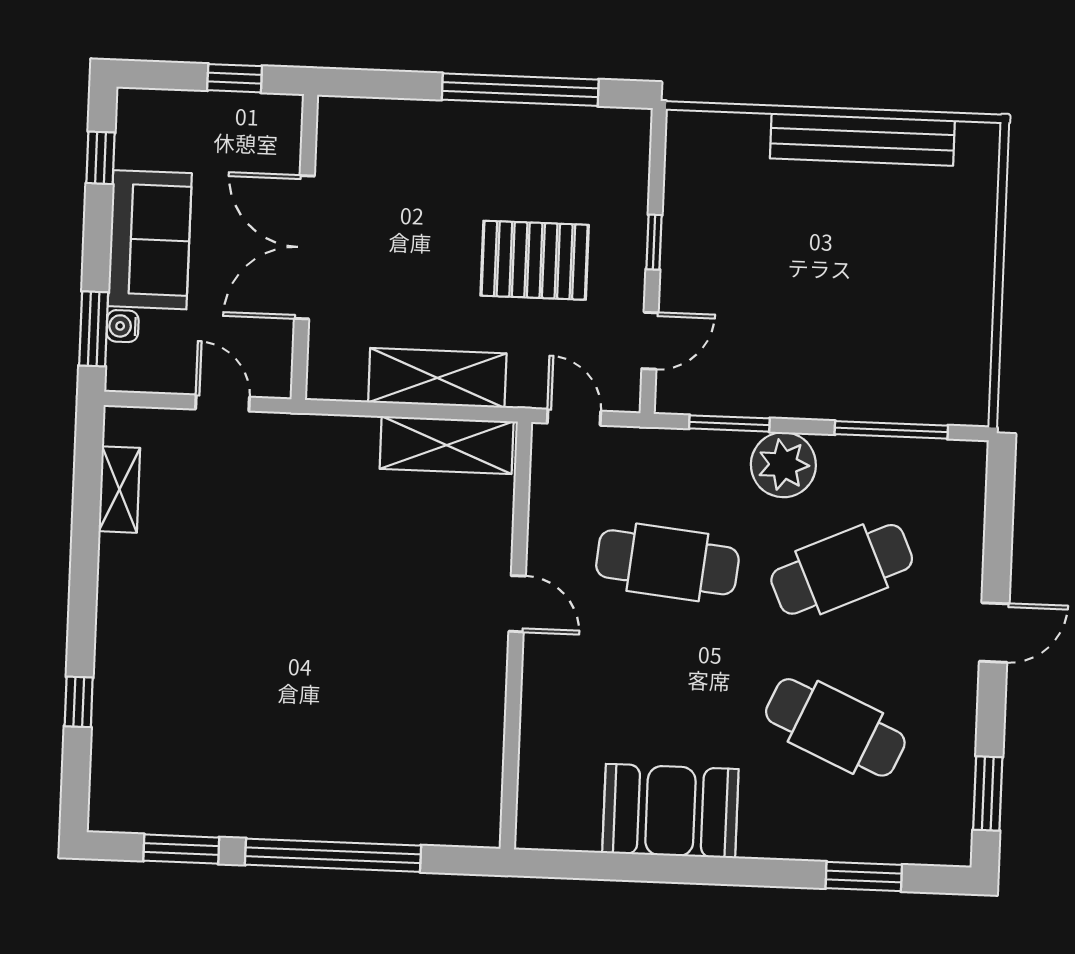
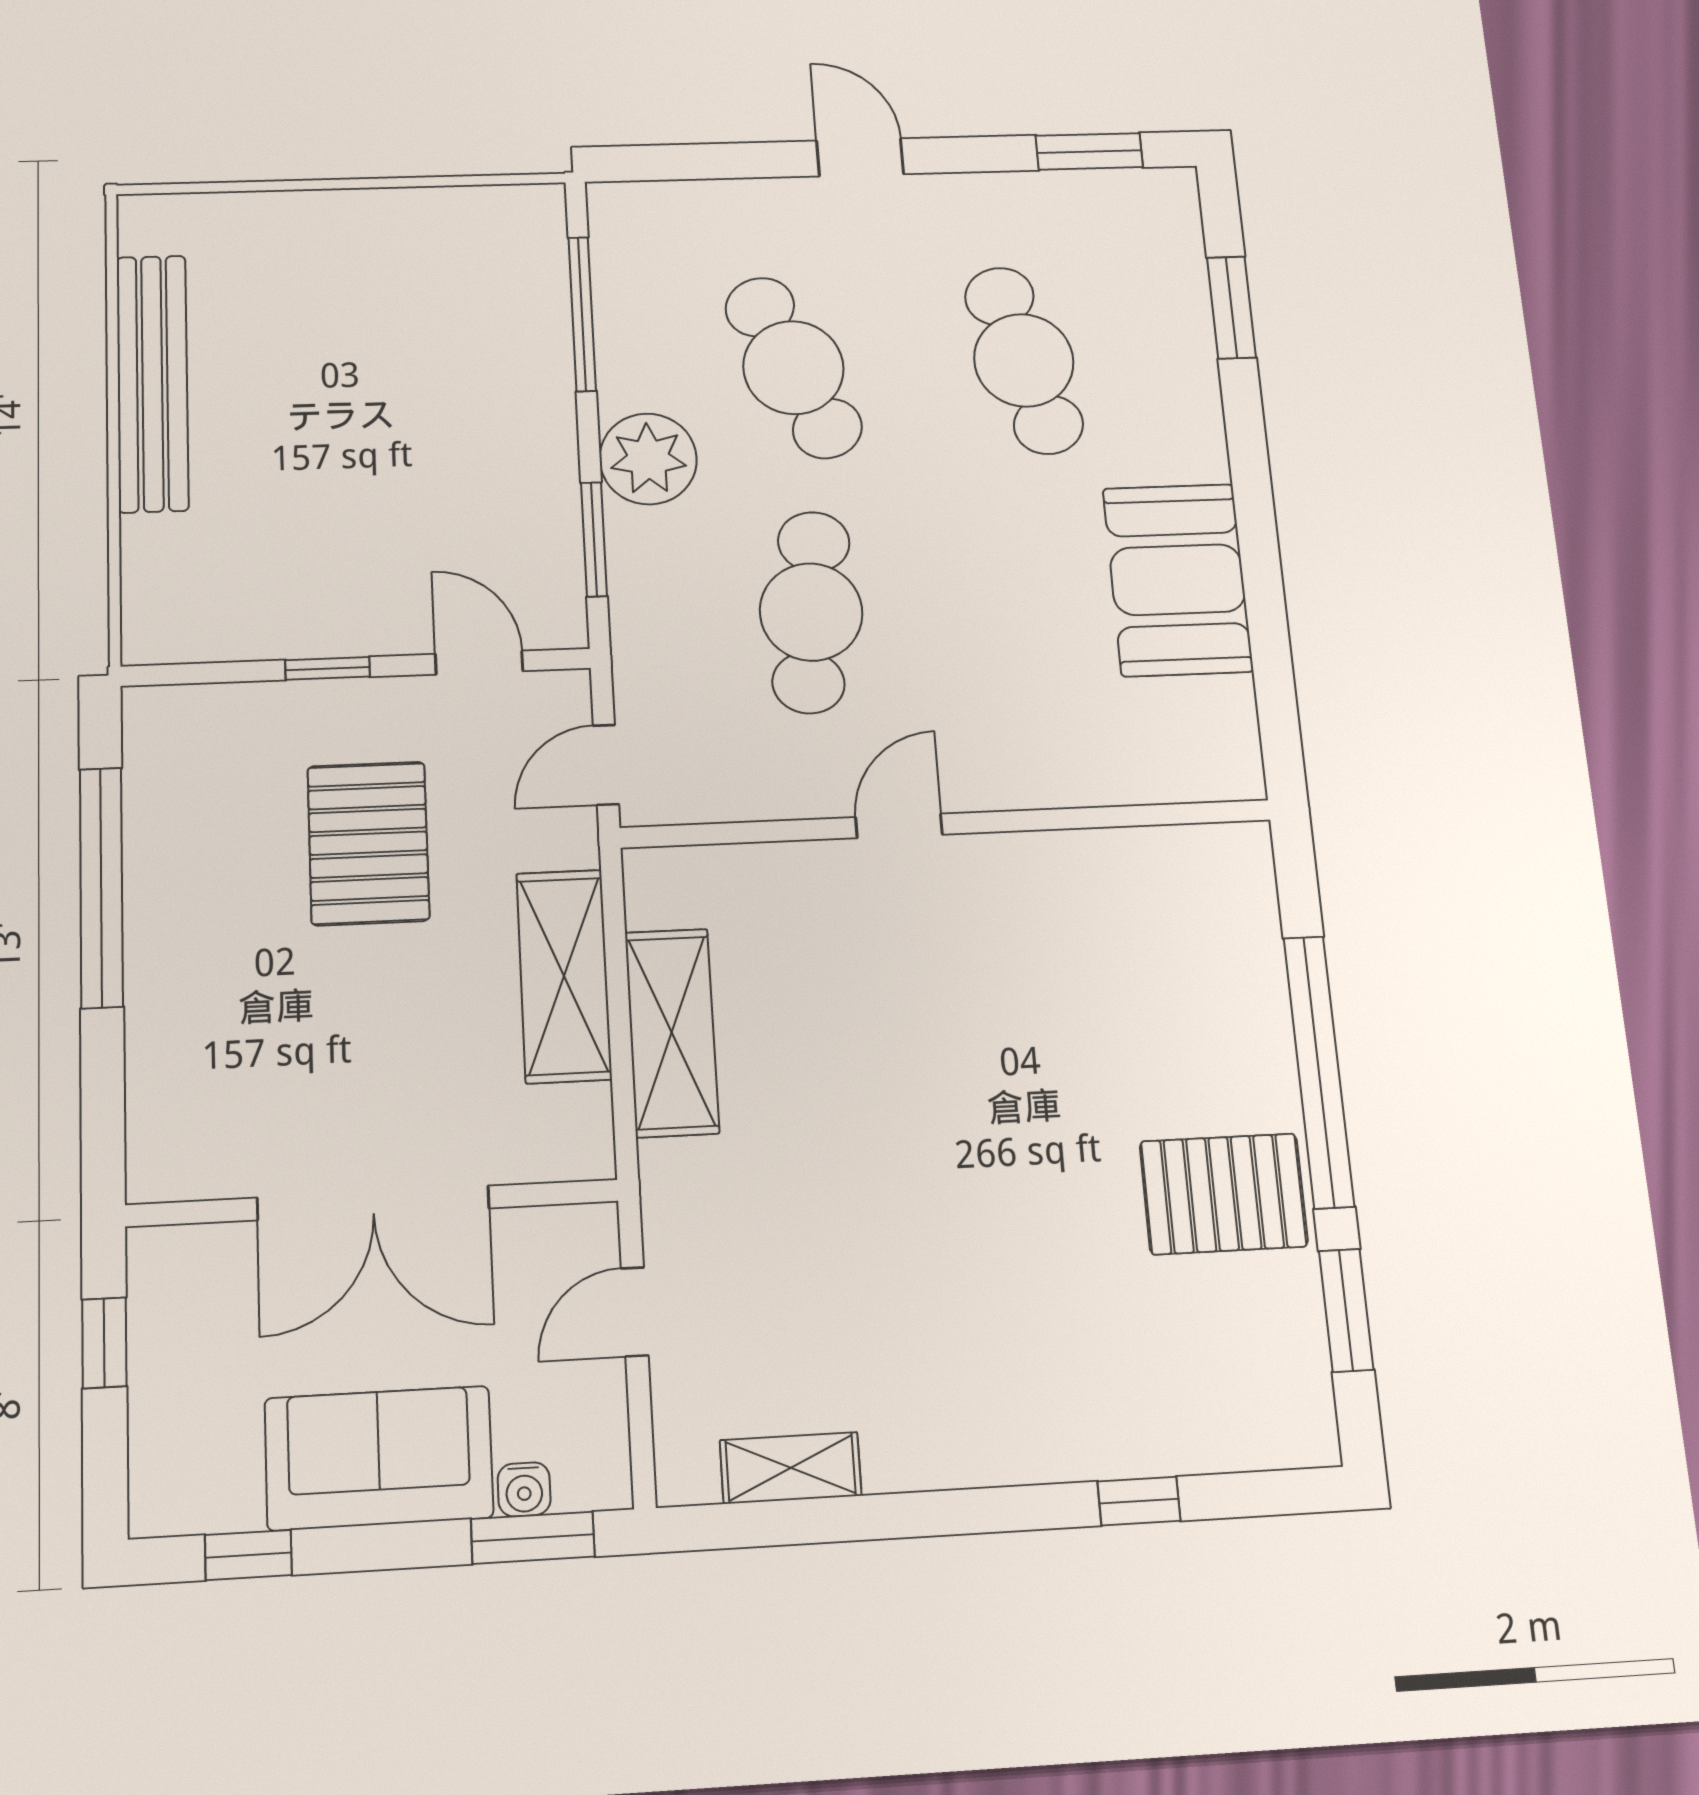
shelving: (447, 445) -> (672, 1032), moved
cafe table: (835, 727) -> (1024, 360), turned -39
pallet: (261, 782) -> (1224, 1194), added

